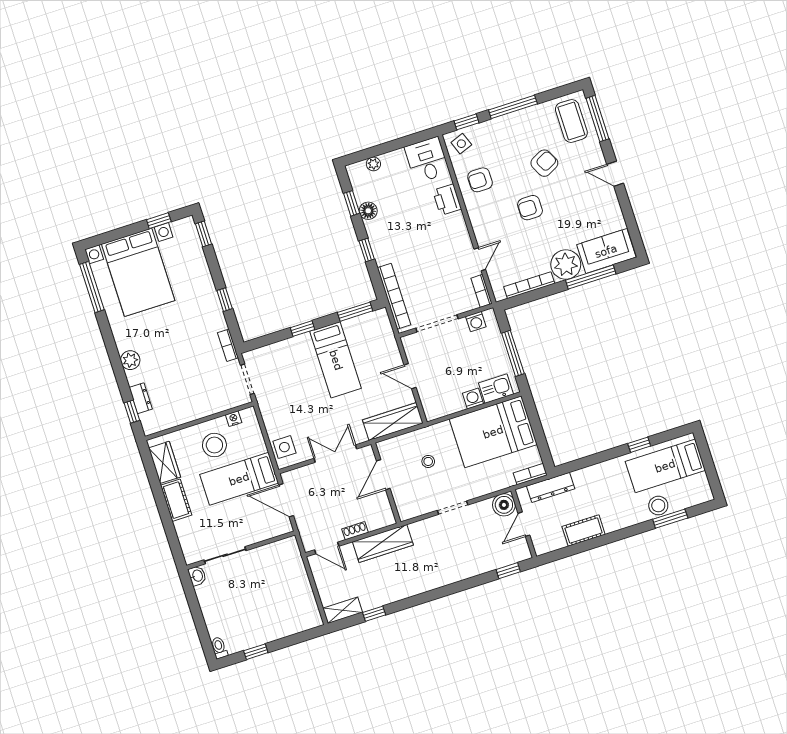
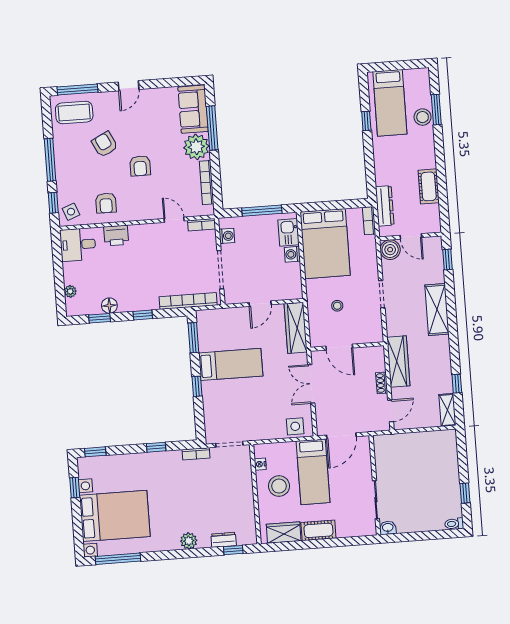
shelving: (450, 572) -> (437, 309), added

